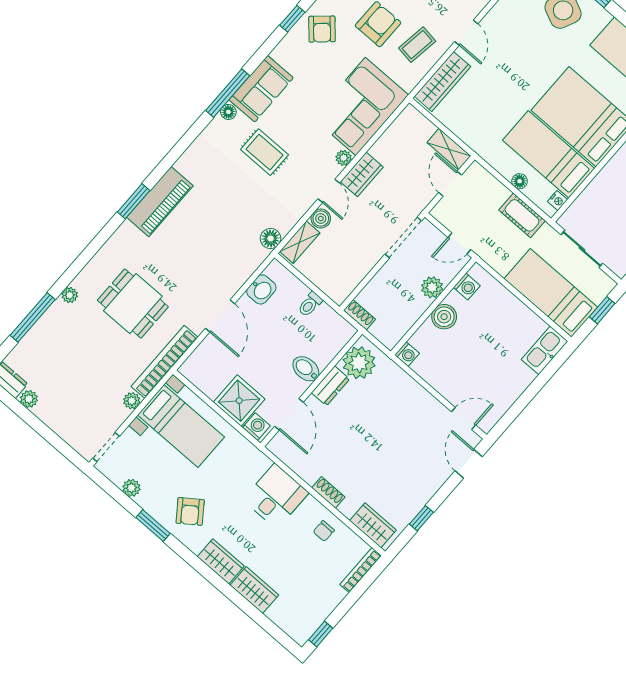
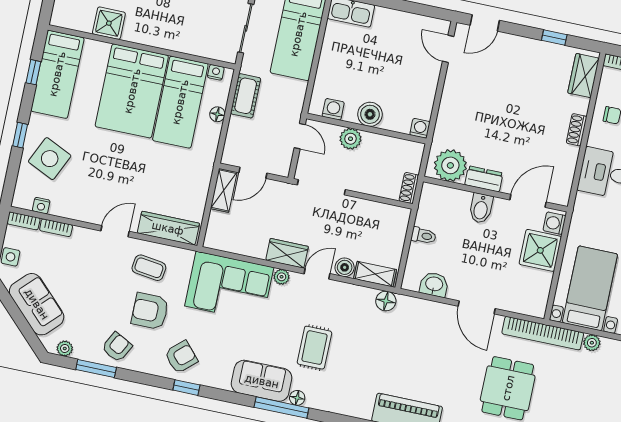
door: (220, 316) -> (477, 307), swing flipped

